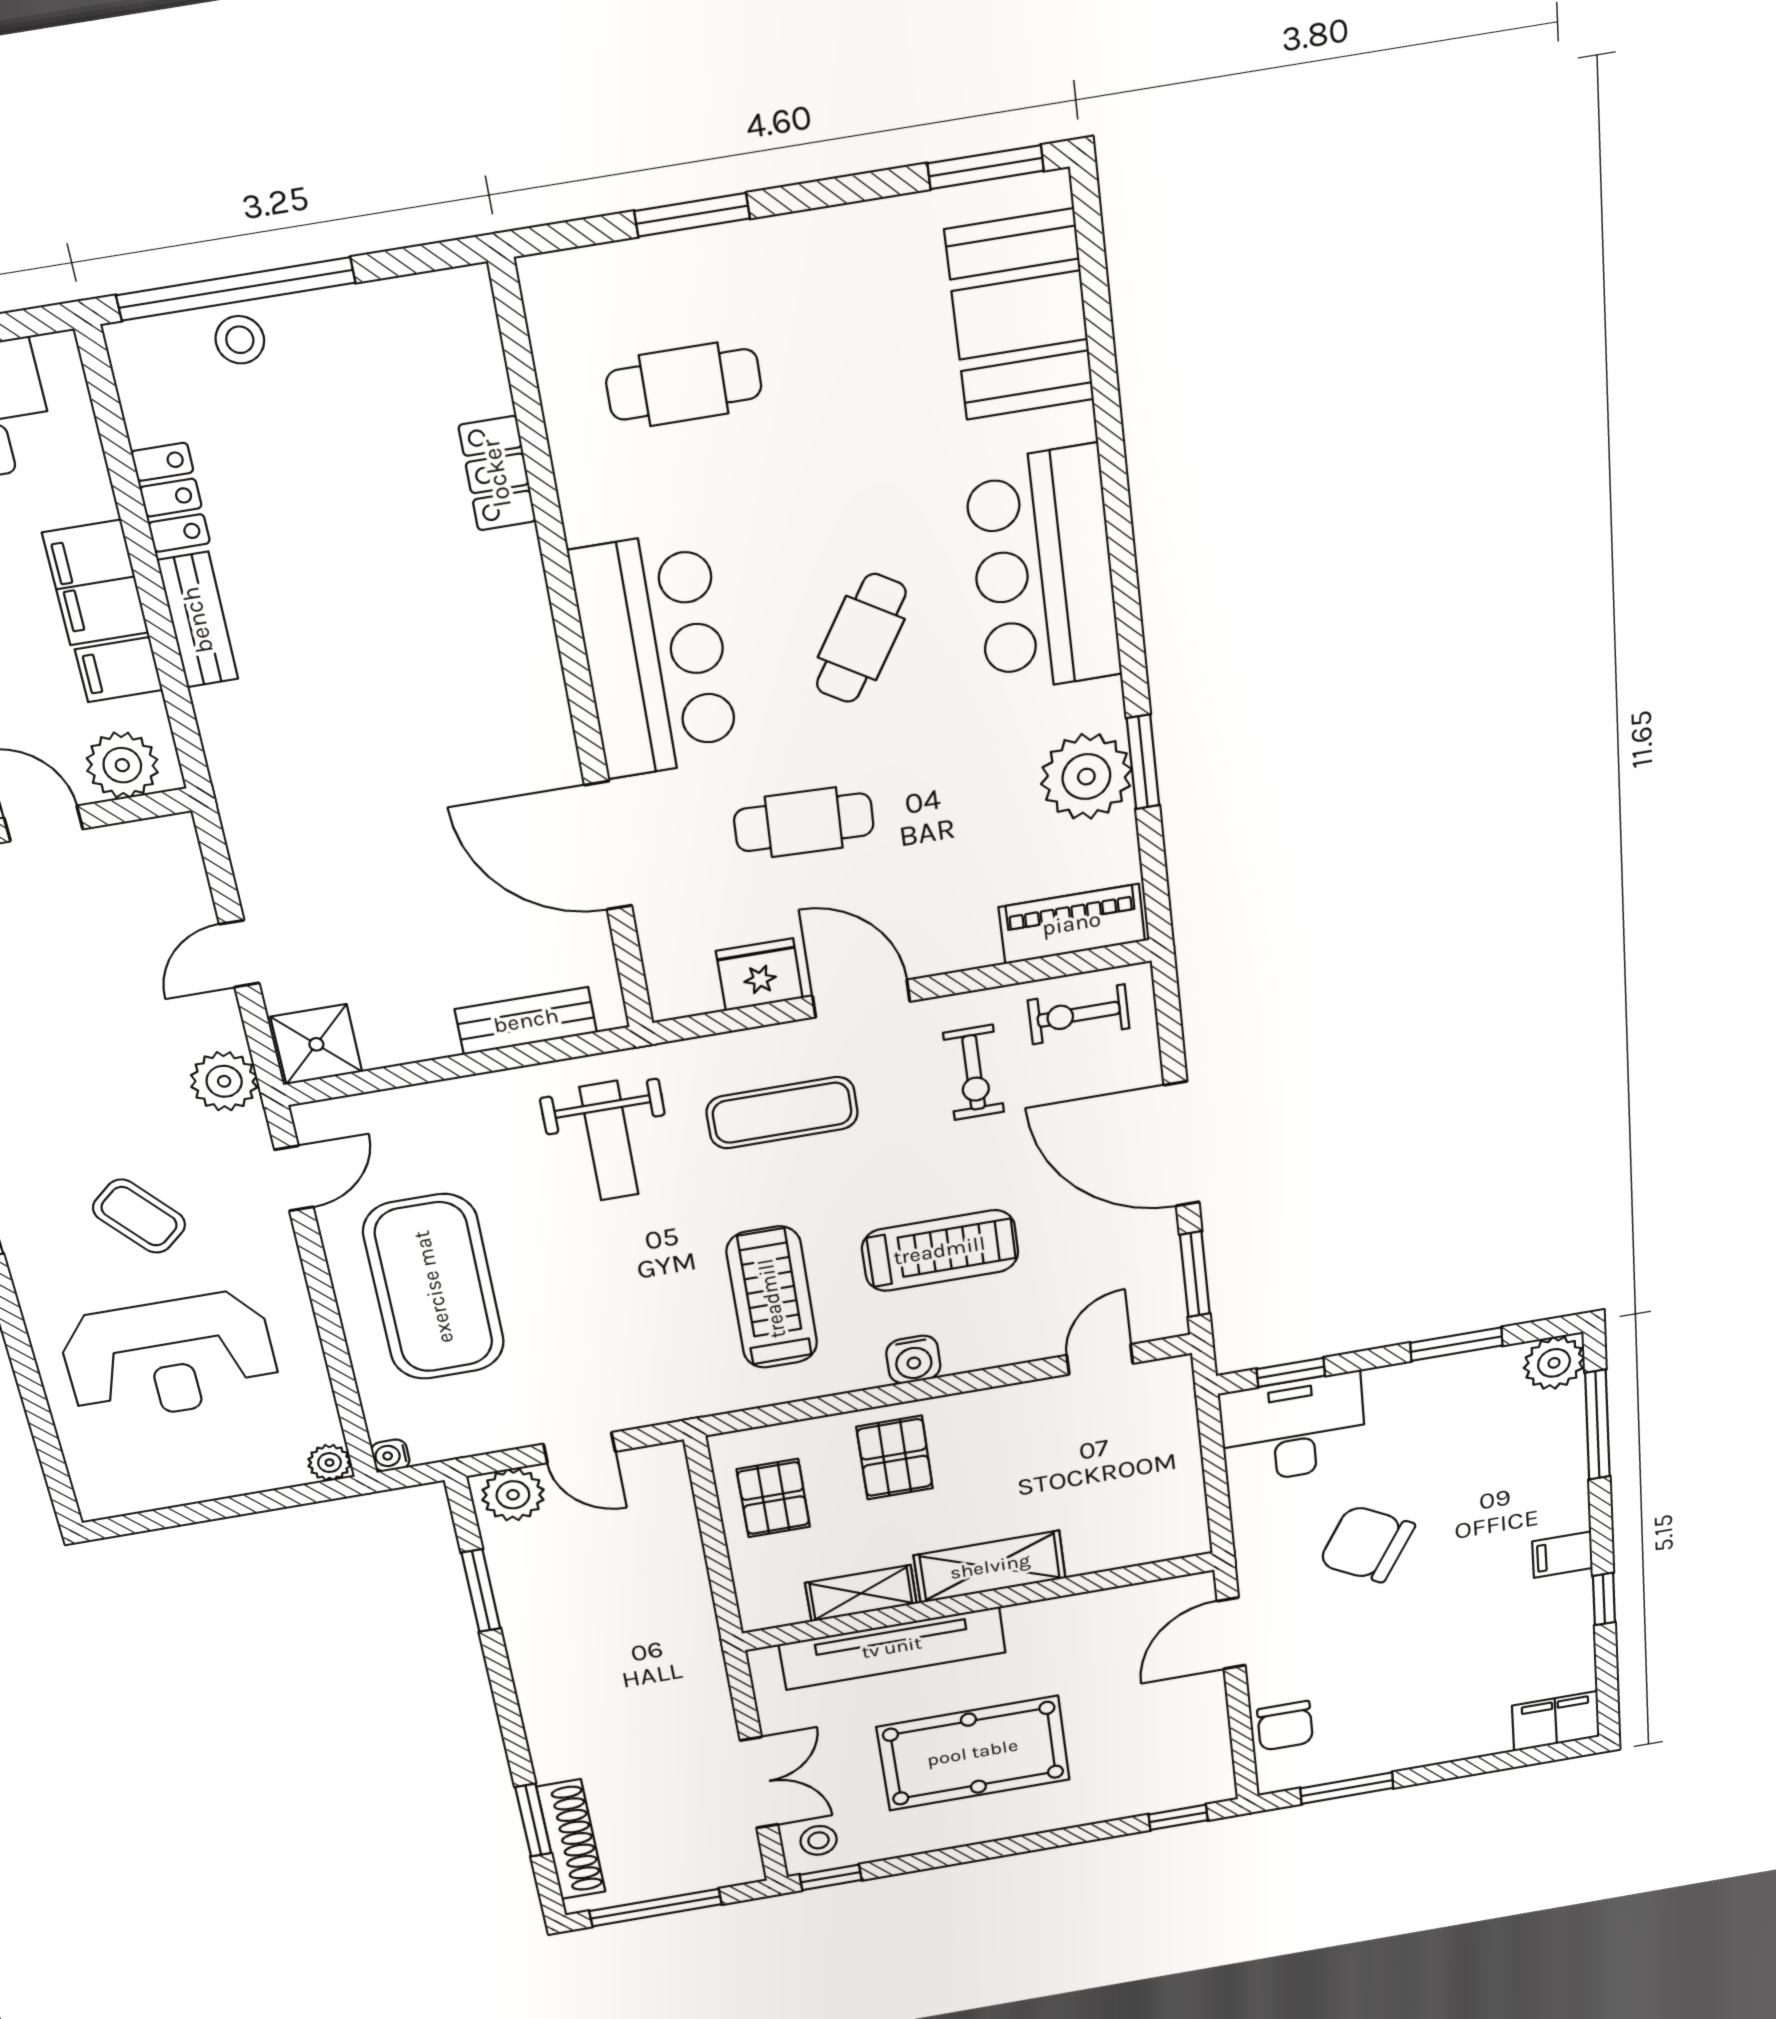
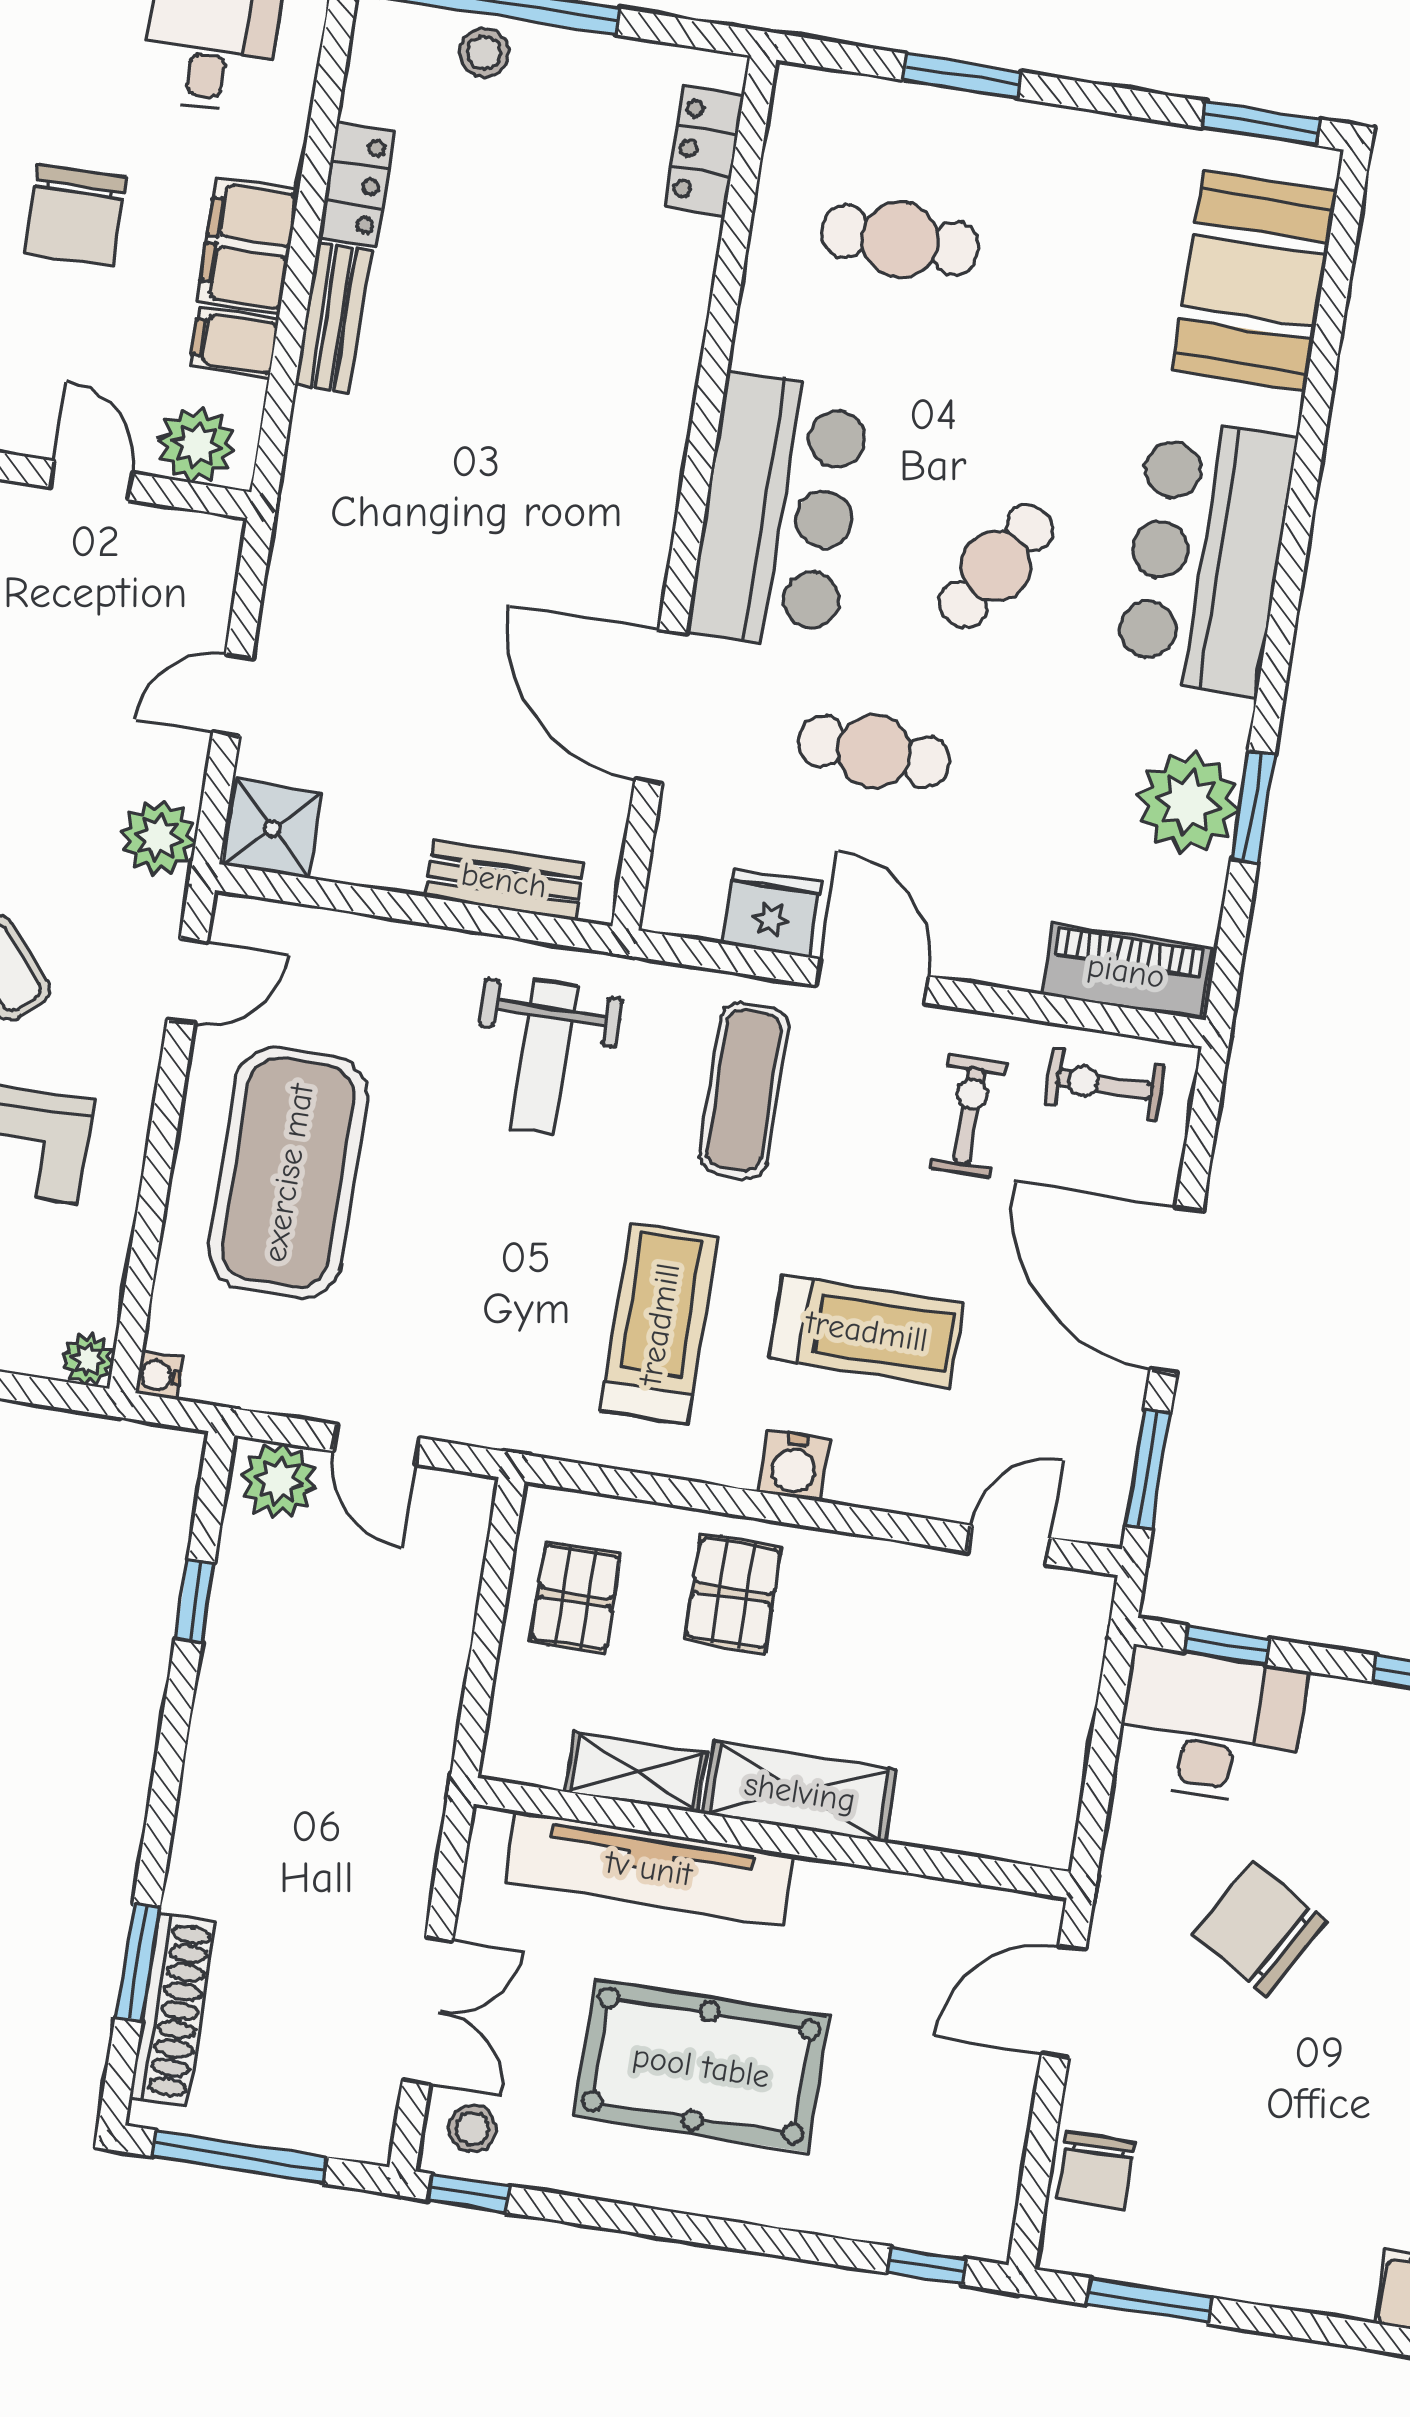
locker: (497, 473) -> (704, 151), moved
exercise bike: (974, 1073) -> (969, 1116), turned 180
exercise mat: (782, 1113) -> (744, 1091), turned 90
window: (481, 1591) -> (195, 1600), width x0.67

